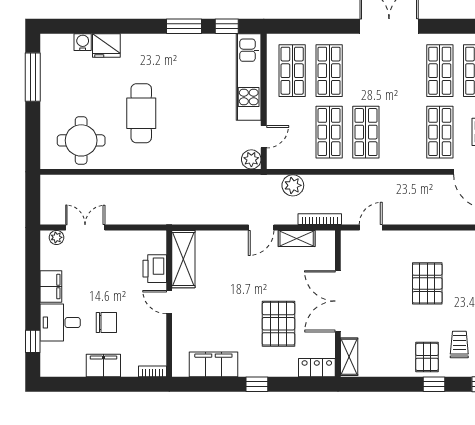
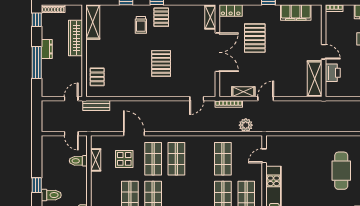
shop shelf: (366, 132) -> (176, 159), moved
plant: (251, 159) -> (272, 142), removed

